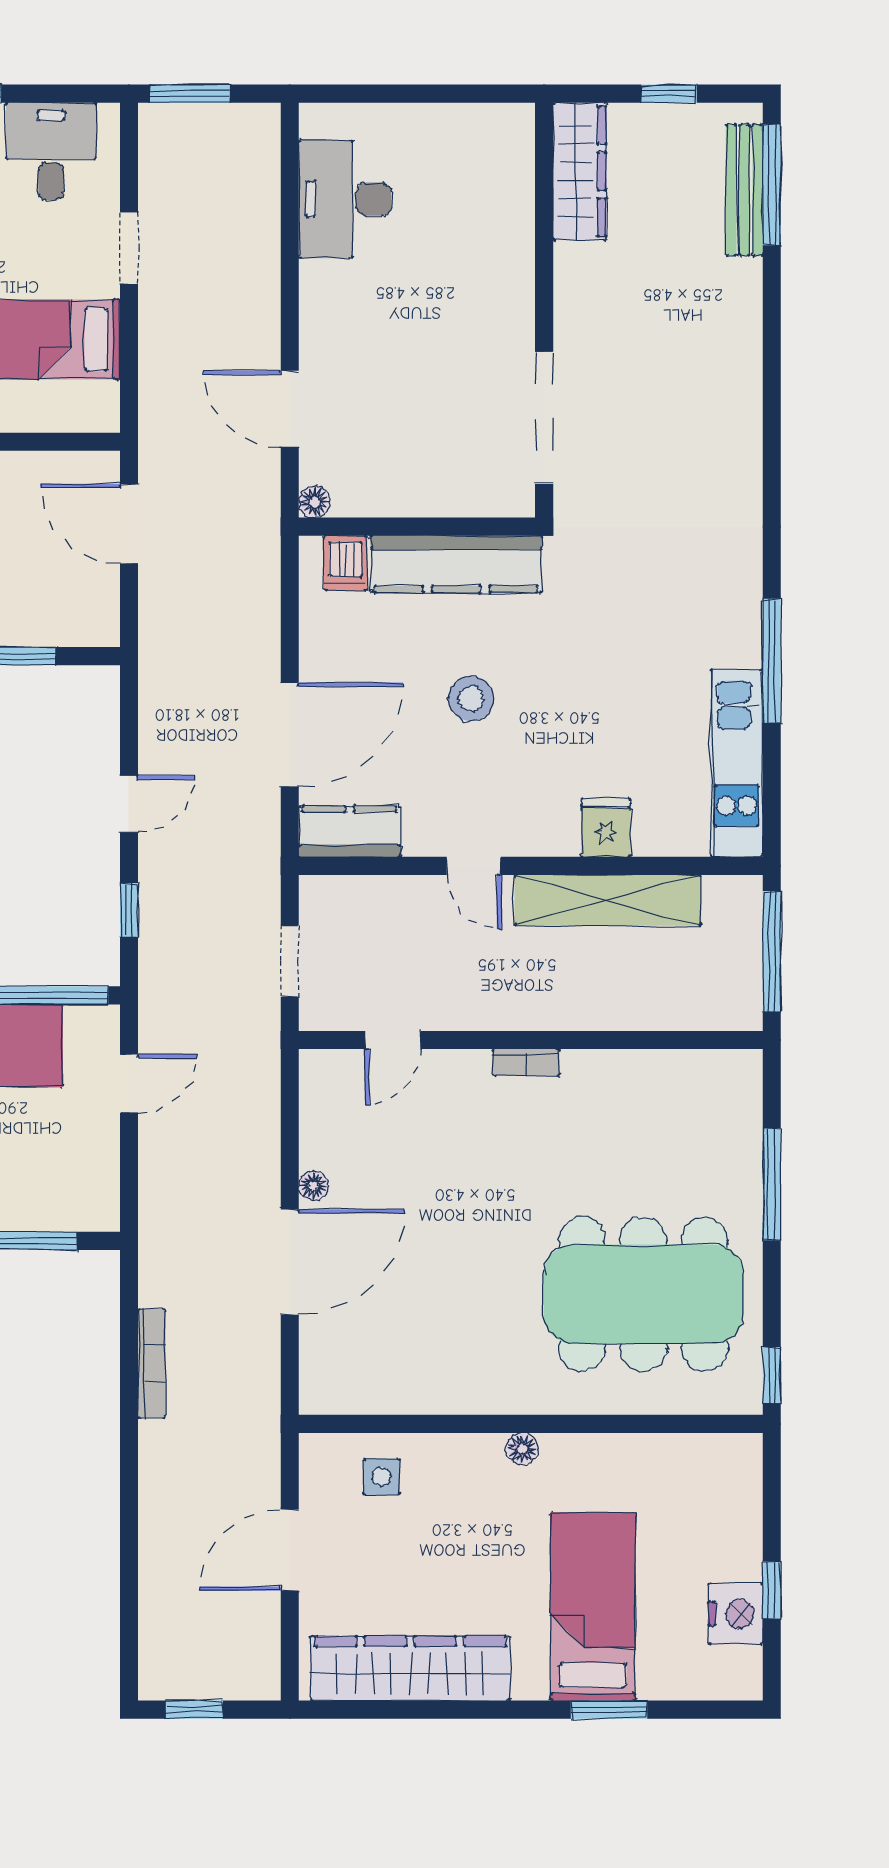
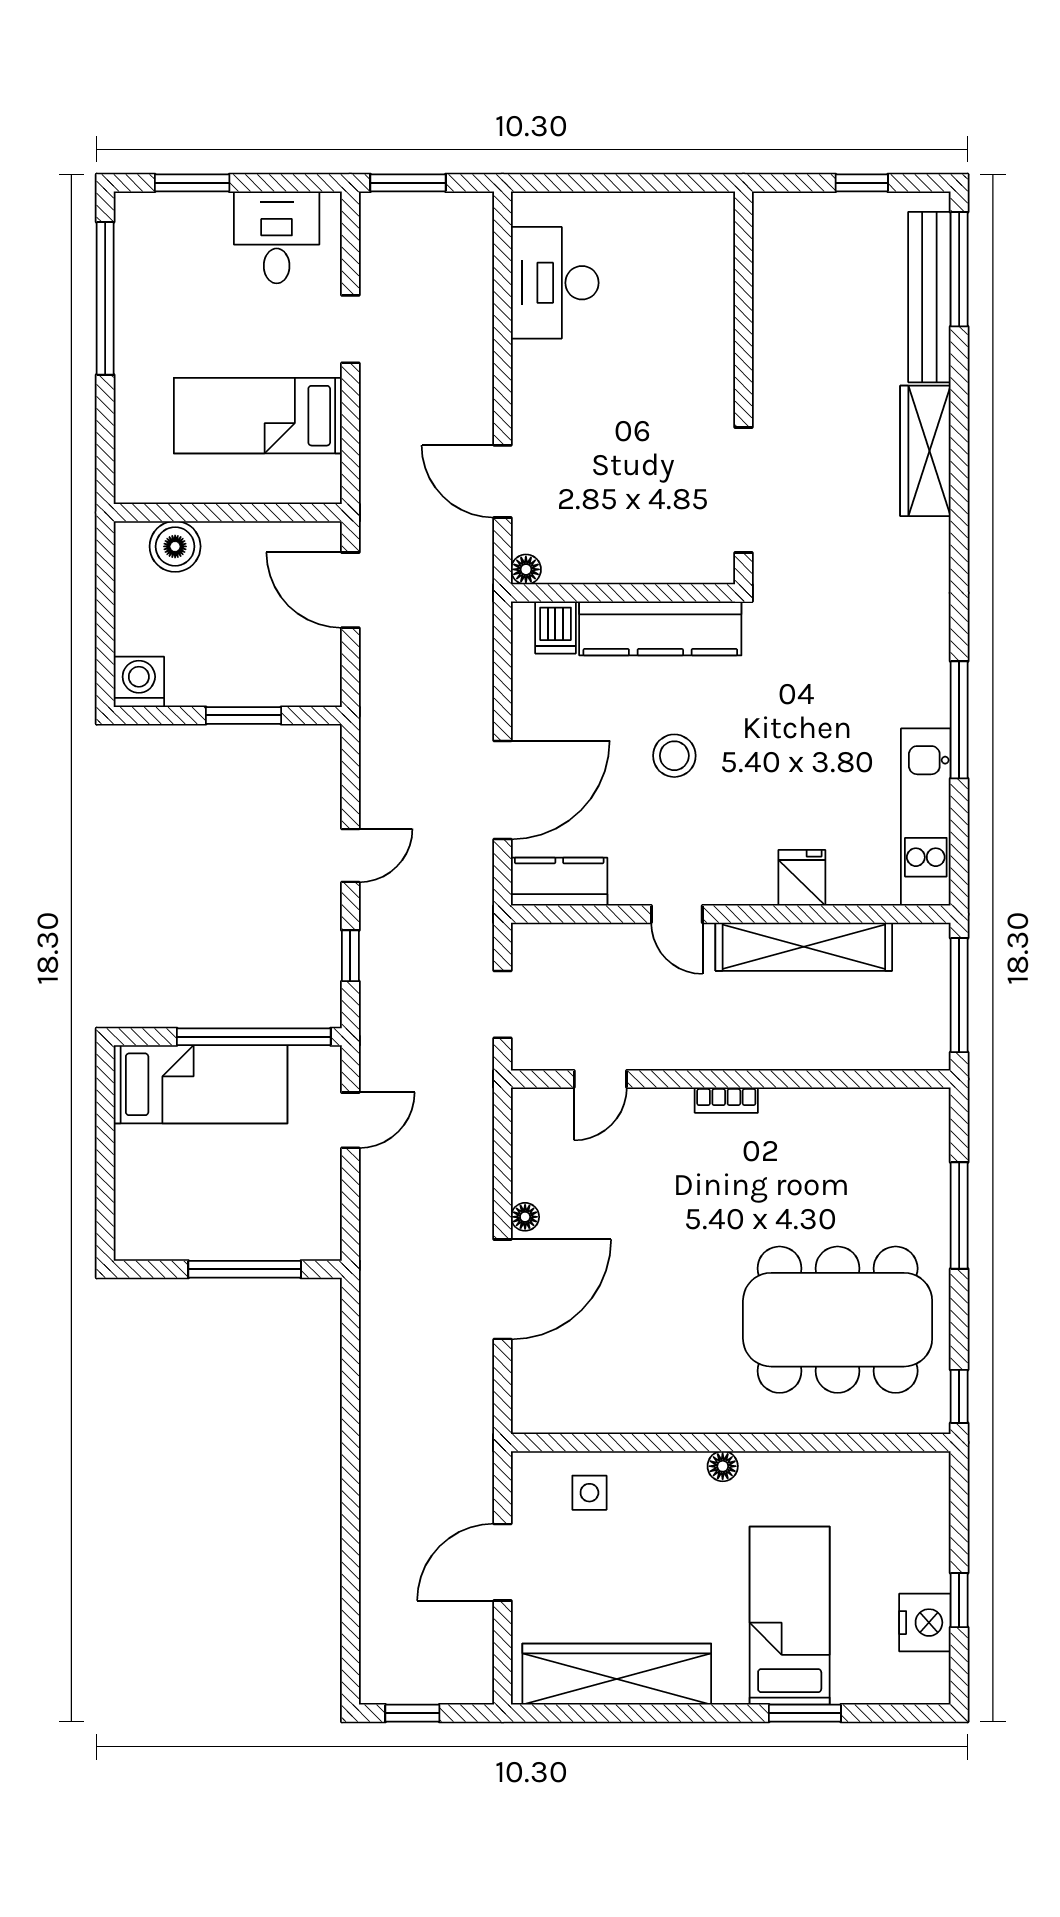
wardrobe: (580, 171) -> (925, 451), moved, turned 180
bench: (744, 190) -> (929, 297), width x1.37, depth x1.21
bookcase: (152, 1363) -> (372, 1385), removed

